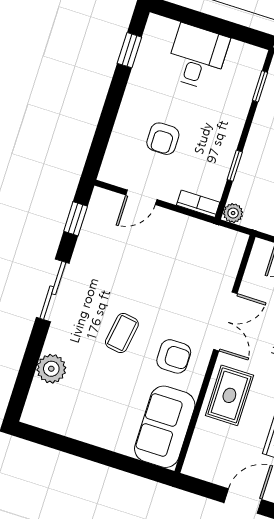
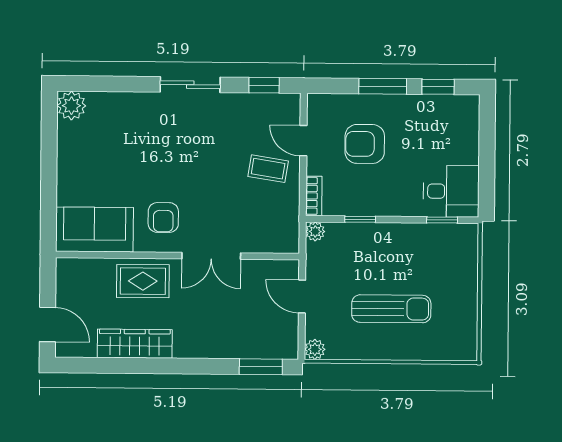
desk: (197, 57) -> (451, 191), moved
window: (112, 104) -> (383, 86), added
armchair: (163, 139) -> (365, 144), width x1.38, depth x1.38
coffee table: (122, 333) -> (268, 169), moved
plant: (51, 369) -> (71, 106), moved

